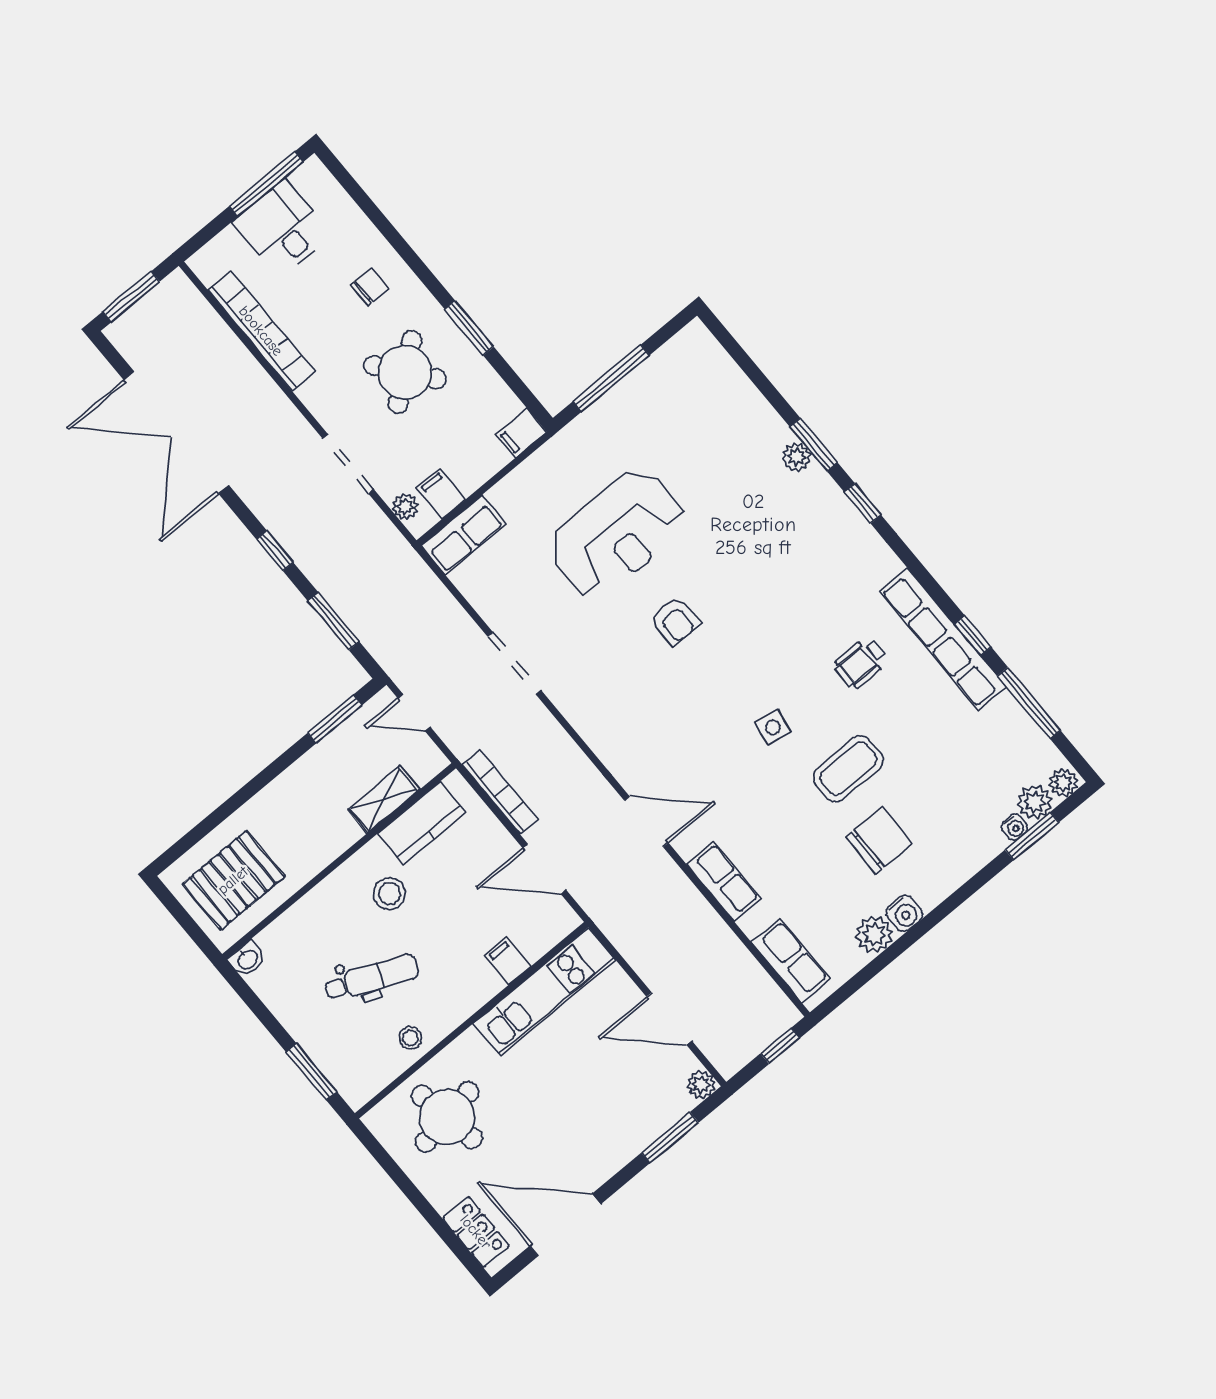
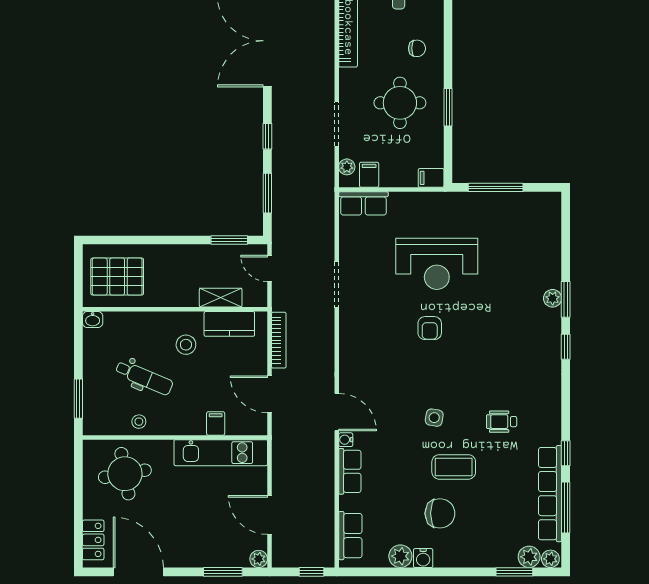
round table: (405, 372) -> (400, 103), turned 38
row of seats: (943, 639) -> (550, 494), moved
water cooler: (1015, 827) -> (346, 440), moved, turned 90

